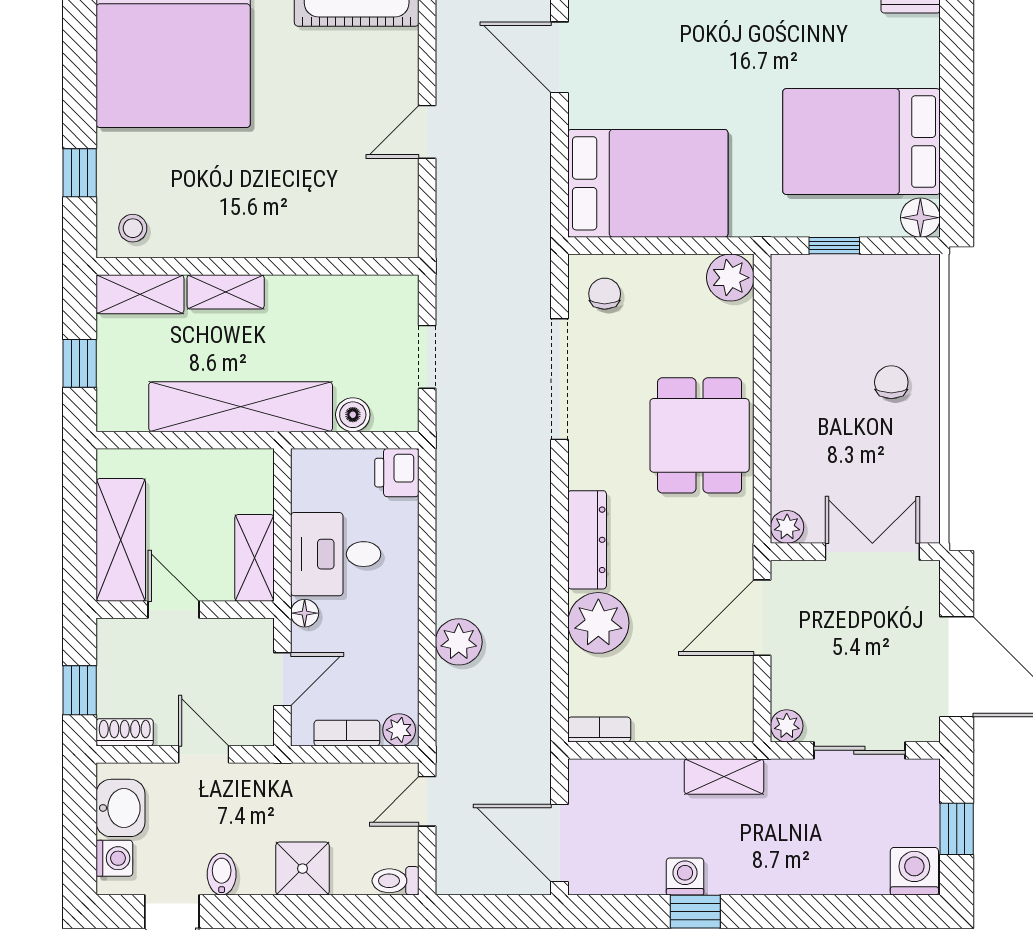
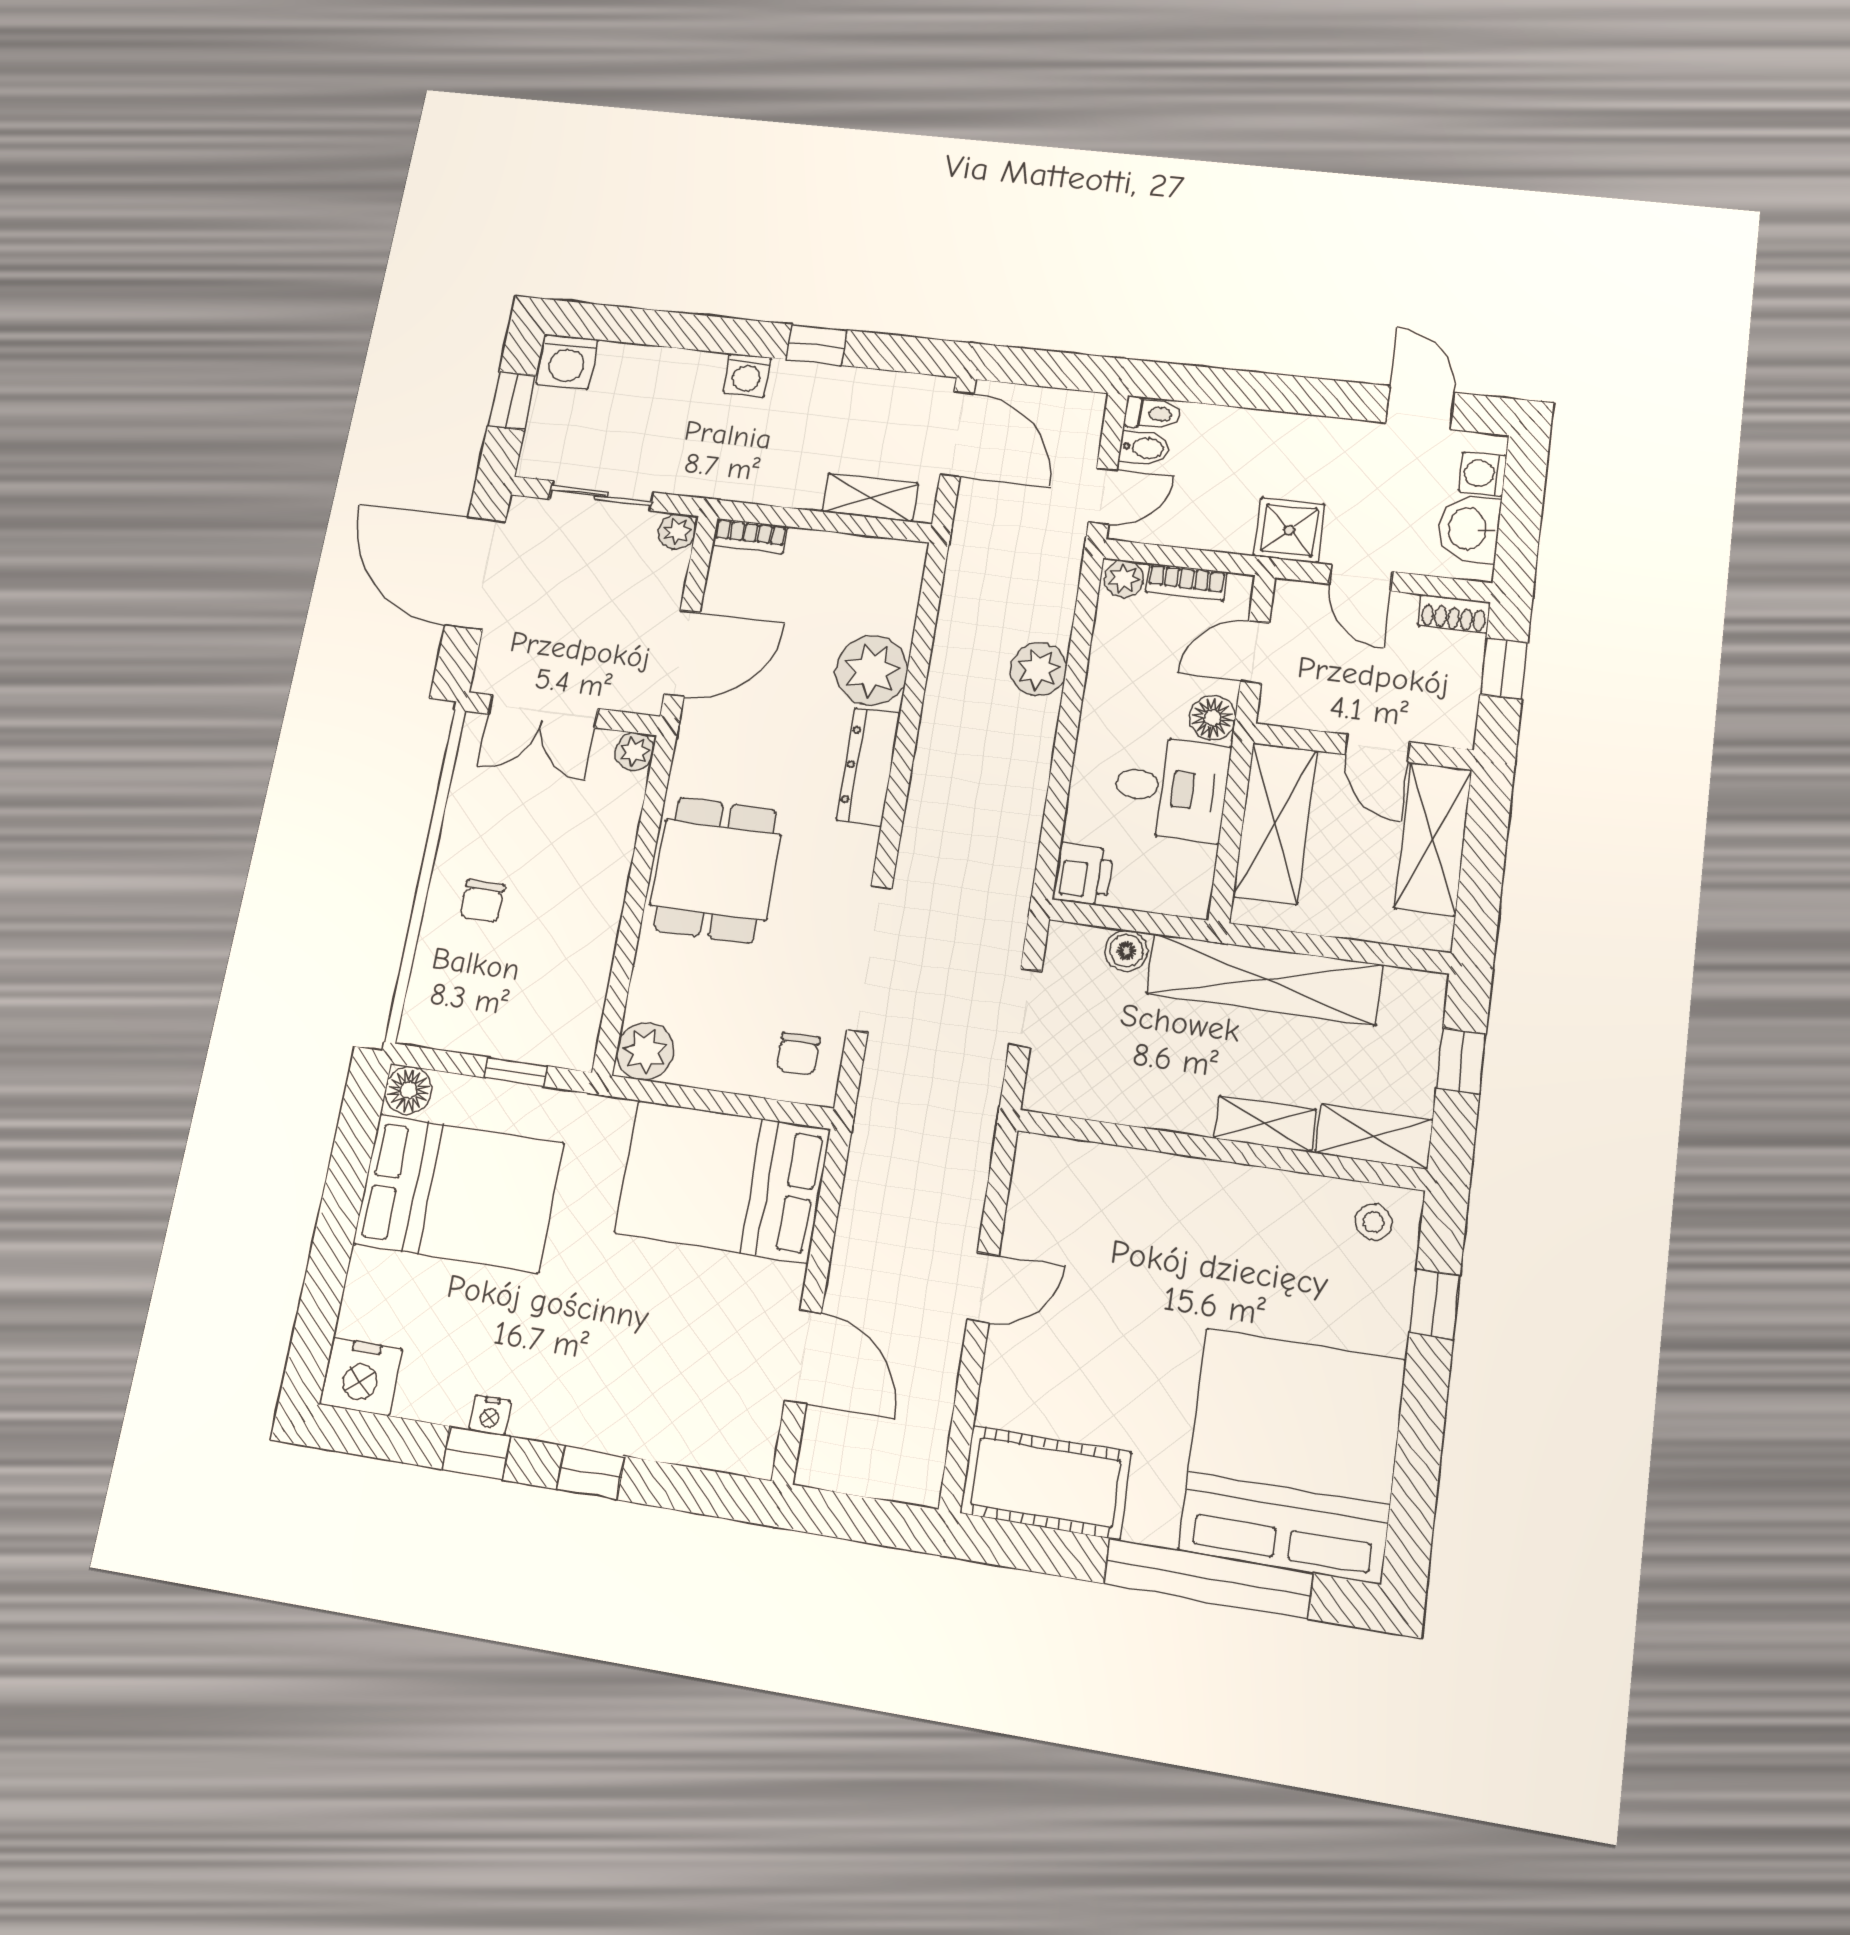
shelving: (254, 558) -> (1275, 823), width x1.50, depth x1.33
floor lamp: (305, 613) -> (1212, 718), width x1.37, depth x1.37
bookcase: (599, 729) -> (750, 536), moved
shelving: (724, 776) -> (870, 498), moved
shower: (303, 869) -> (1289, 530), moved
bidet: (222, 874) -> (1145, 448), moved, turned -90
washing machine: (685, 876) -> (747, 375), moved

